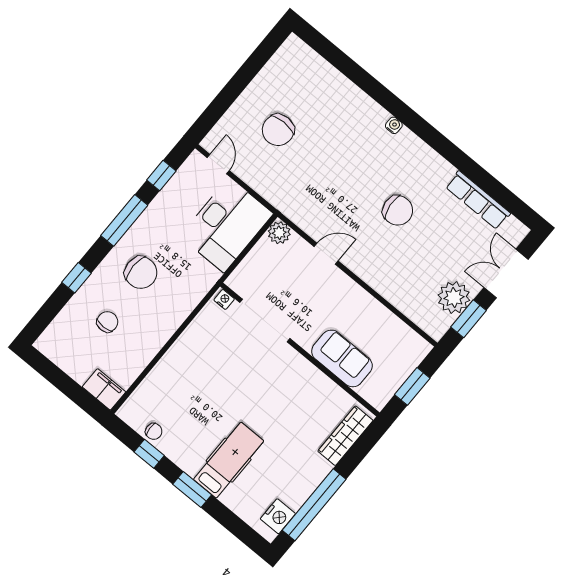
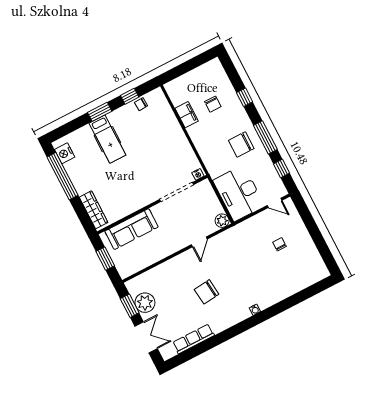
chair: (278, 130) -> (280, 244), width x0.54, depth x0.54
chair: (141, 273) -> (241, 145), moved
sofa: (342, 358) -> (131, 229), width x1.36
filing cabinet: (104, 389) -> (187, 115), moved, turned -90

